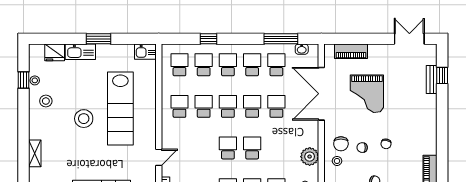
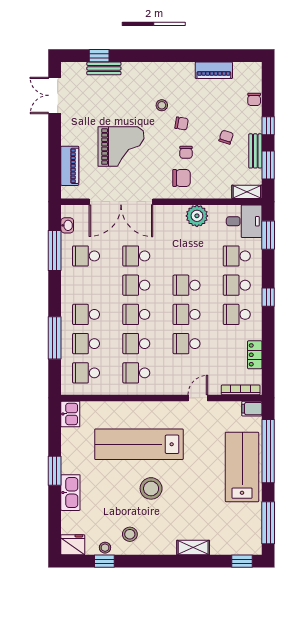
window: (208, 39) -> (55, 338), width x2.17
fridge: (55, 52) -> (73, 545), moved, turned -90
school desk: (252, 65) -> (187, 344), moved
lab bench: (120, 109) -> (139, 444), turned 180
door: (159, 157) -> (198, 398), hinge flipped
stool: (337, 161) -> (162, 105), moved

